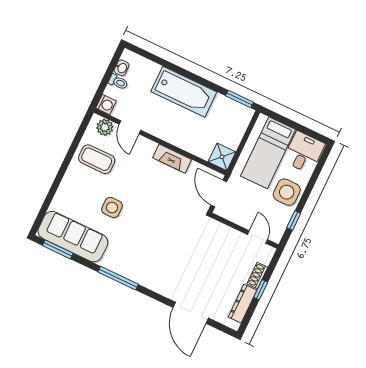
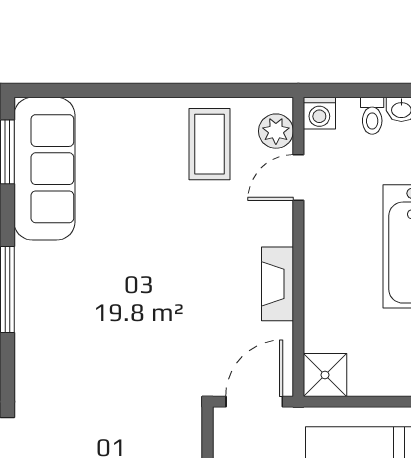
side table: (112, 208) -> (133, 216), removed

